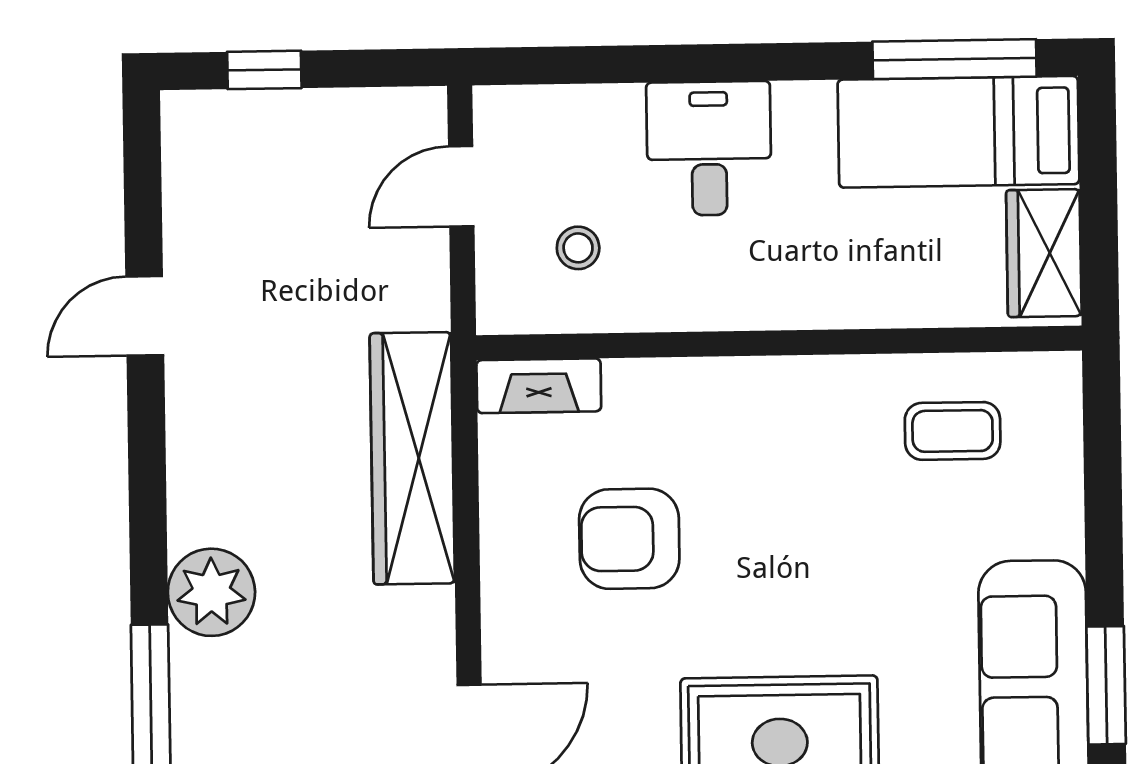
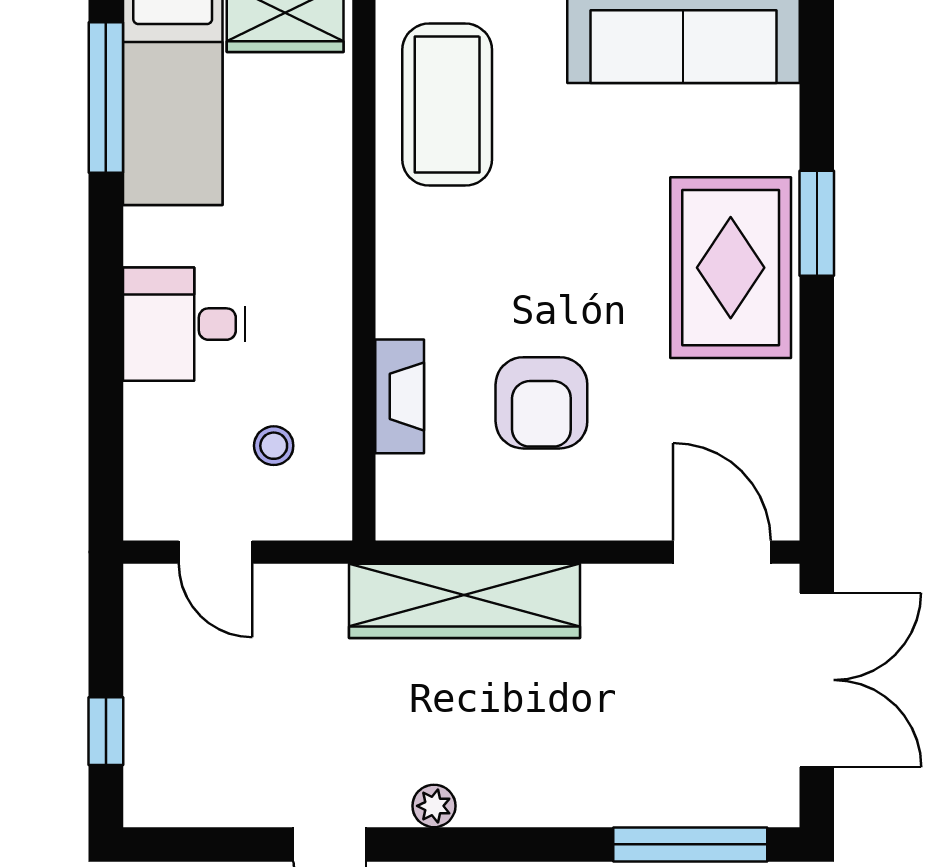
fireplace: (539, 386) -> (400, 396), moved
coffee table: (953, 431) -> (447, 105), width x1.86, depth x1.72
plant: (211, 592) -> (434, 806), moved, width x0.53, depth x0.53

